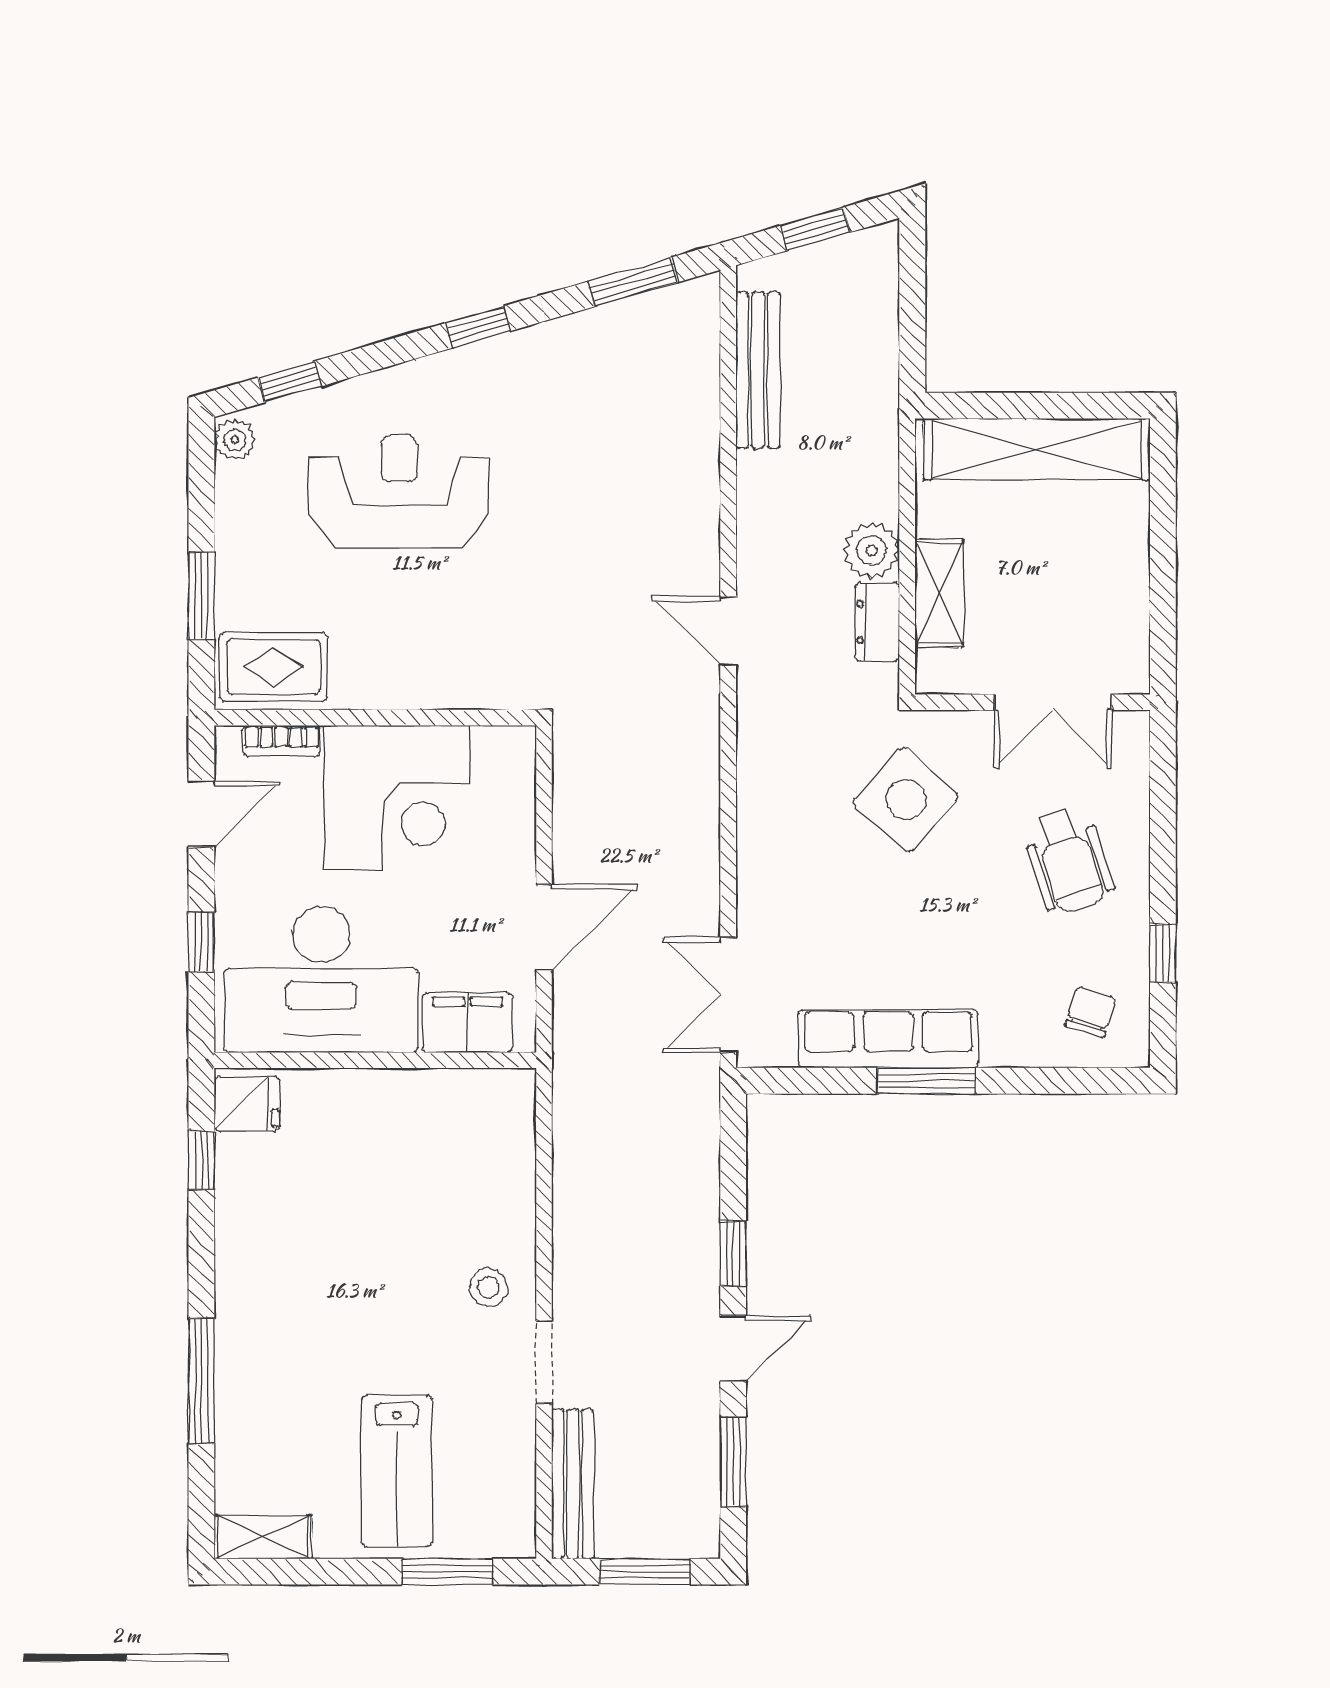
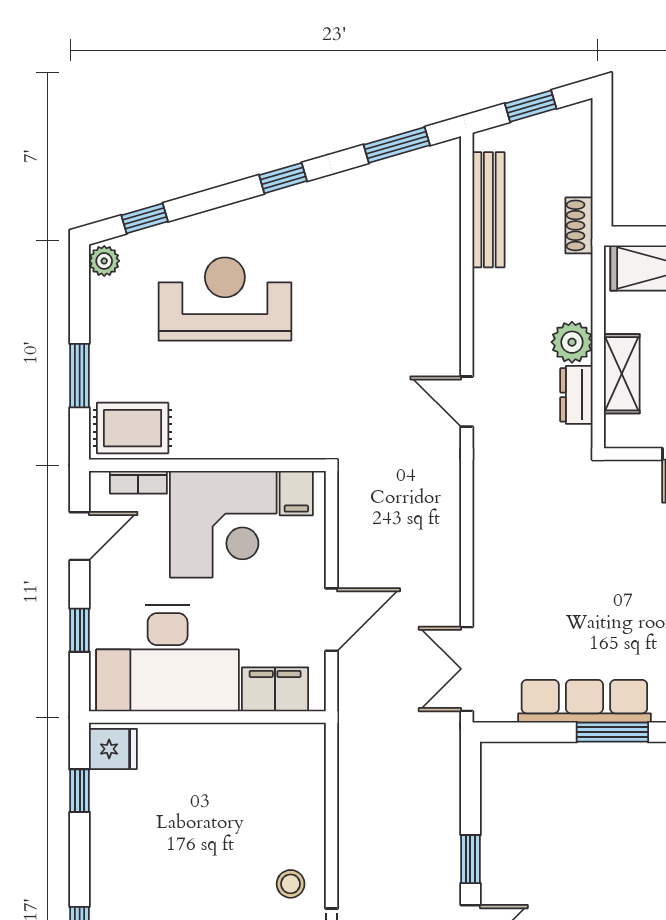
shoe rack: (881, 391) -> (579, 225), added
filing cabinet: (496, 755) -> (296, 493), added
side table: (906, 800) -> (597, 525), removed

